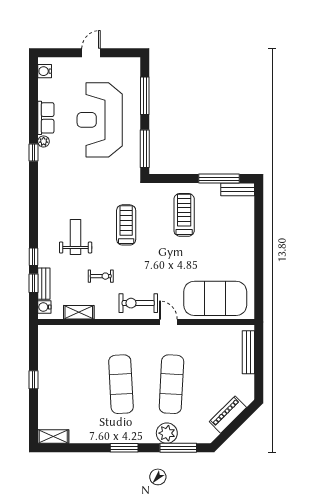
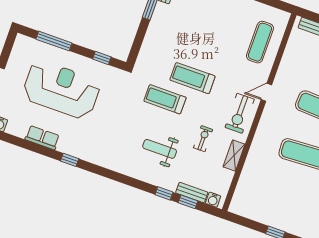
reception desk: (100, 120) -> (61, 90), turned 180
plant: (44, 141) -> (63, 147), removed
window: (145, 149) -> (102, 58), width x0.46
treadmill: (184, 215) -> (192, 78), moved
exercise mat: (215, 298) -> (260, 42), width x0.50, depth x0.69
shelving: (79, 312) -> (234, 156), moved

